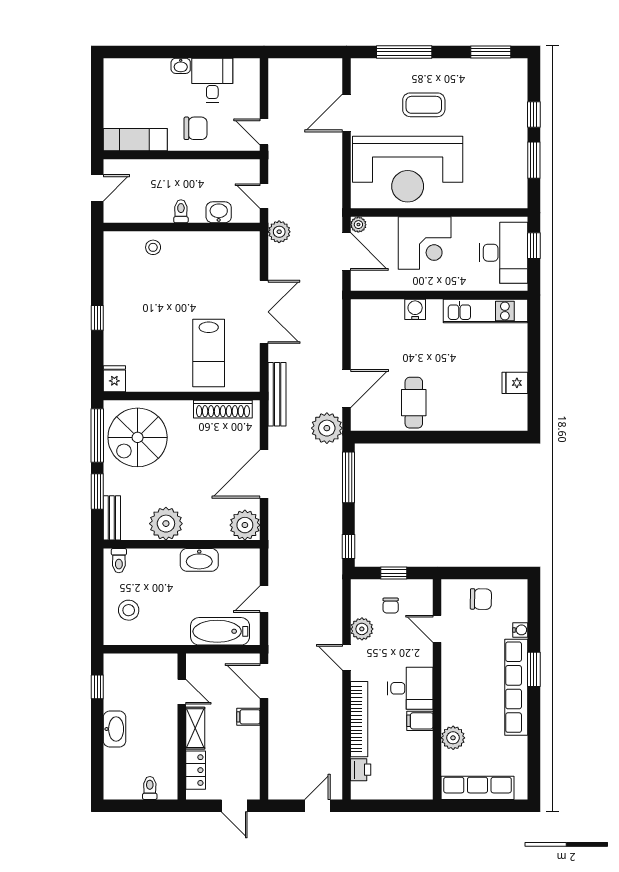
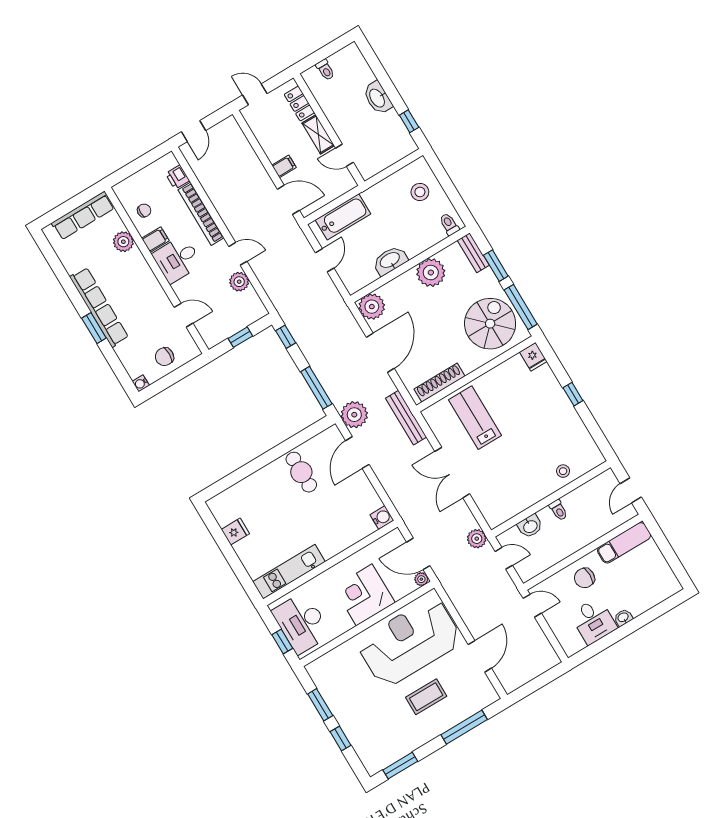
water cooler: (415, 309) -> (382, 518), moved, turned -90
chair: (391, 606) -> (144, 210), moved, turned 90
water cooler: (520, 630) -> (141, 383), moved

